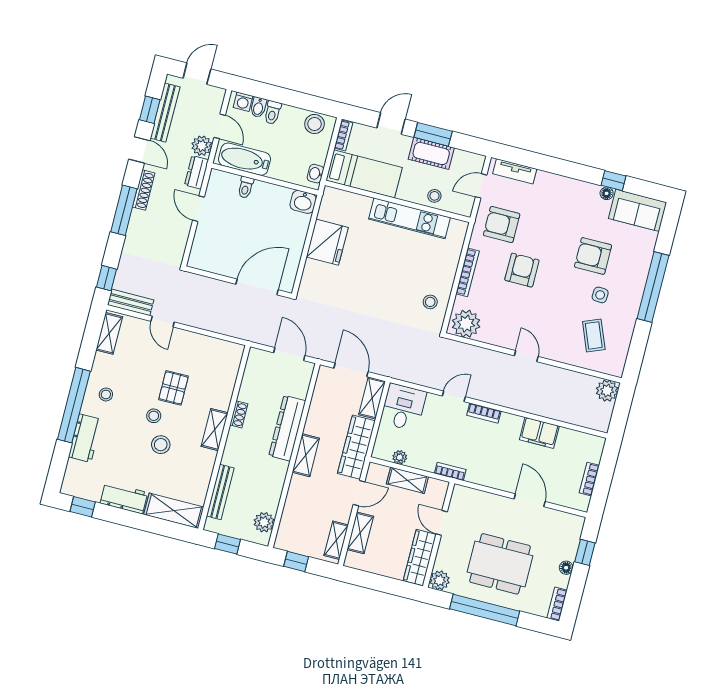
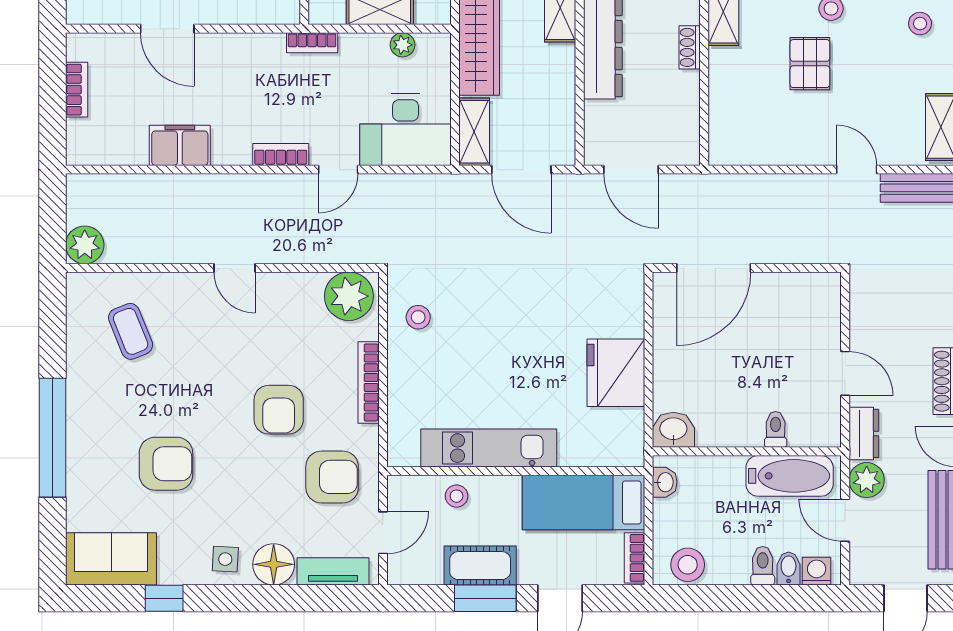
floor lamp: (607, 193) -> (274, 564), moved, width x1.89, depth x1.89
side table: (600, 295) -> (225, 559), moved
desk: (403, 407) -> (405, 130), width x1.37

